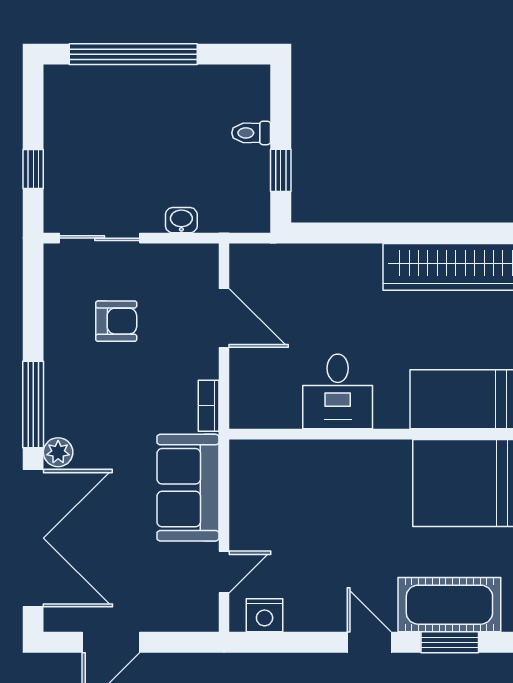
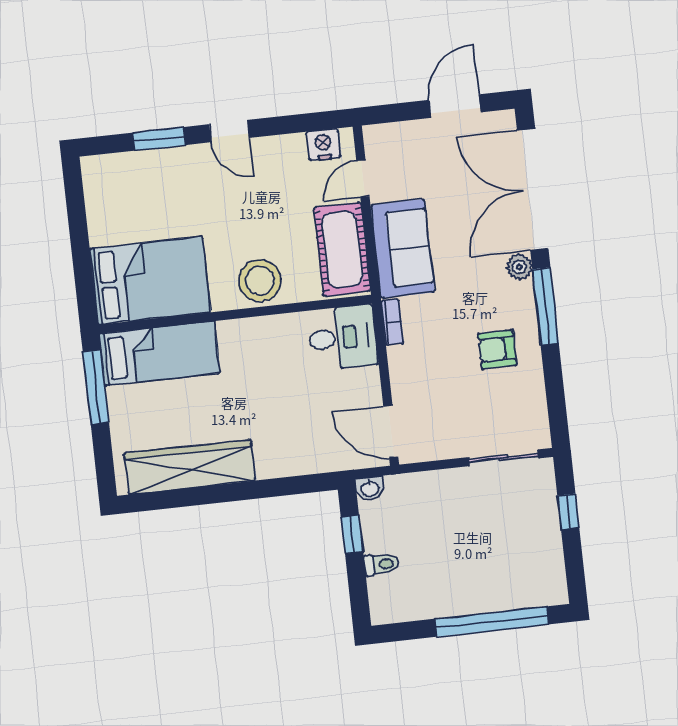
washbasin: (181, 220) -> (370, 488), moved
door: (224, 318) -> (391, 431), moved
armchair: (116, 321) -> (497, 349), moved
desk: (338, 391) -> (343, 338), moved, turned 90
stool: (353, 469) -> (260, 281), added
cot: (449, 605) -> (342, 249), moved, turned 90

